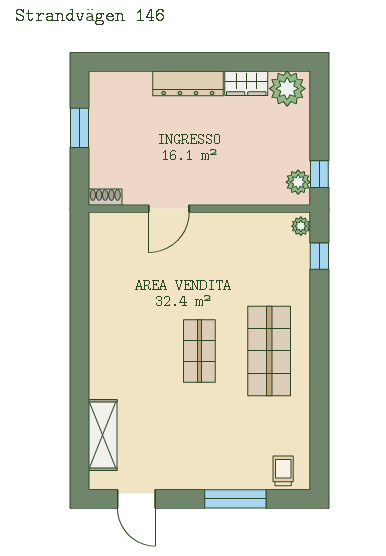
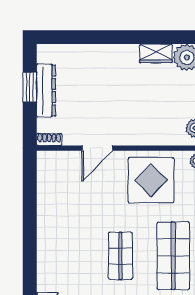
dresser: (188, 83) -> (46, 91), moved, turned -90
display table: (240, 251) -> (151, 180), added

